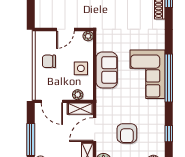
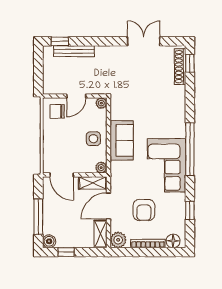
chair: (49, 61) -> (57, 111), moved
corner sofa: (147, 74) -> (167, 165), moved
plant: (78, 95) -> (101, 168), moved

